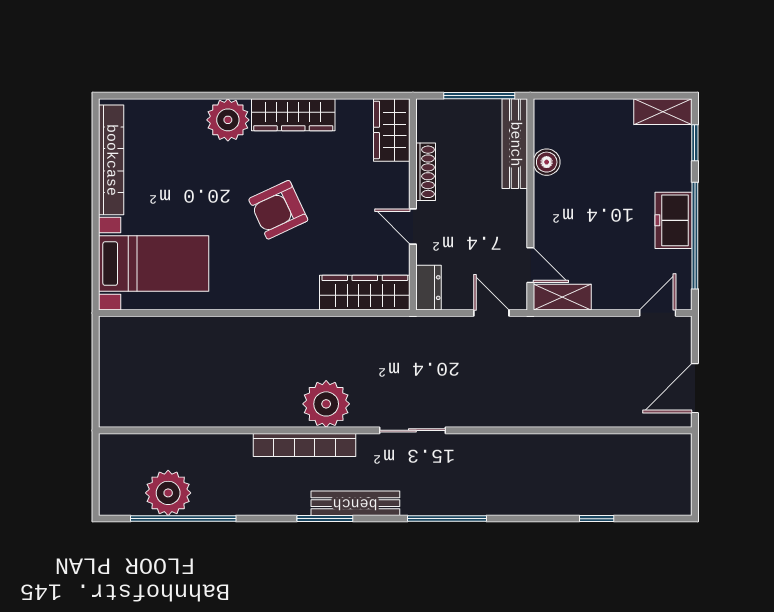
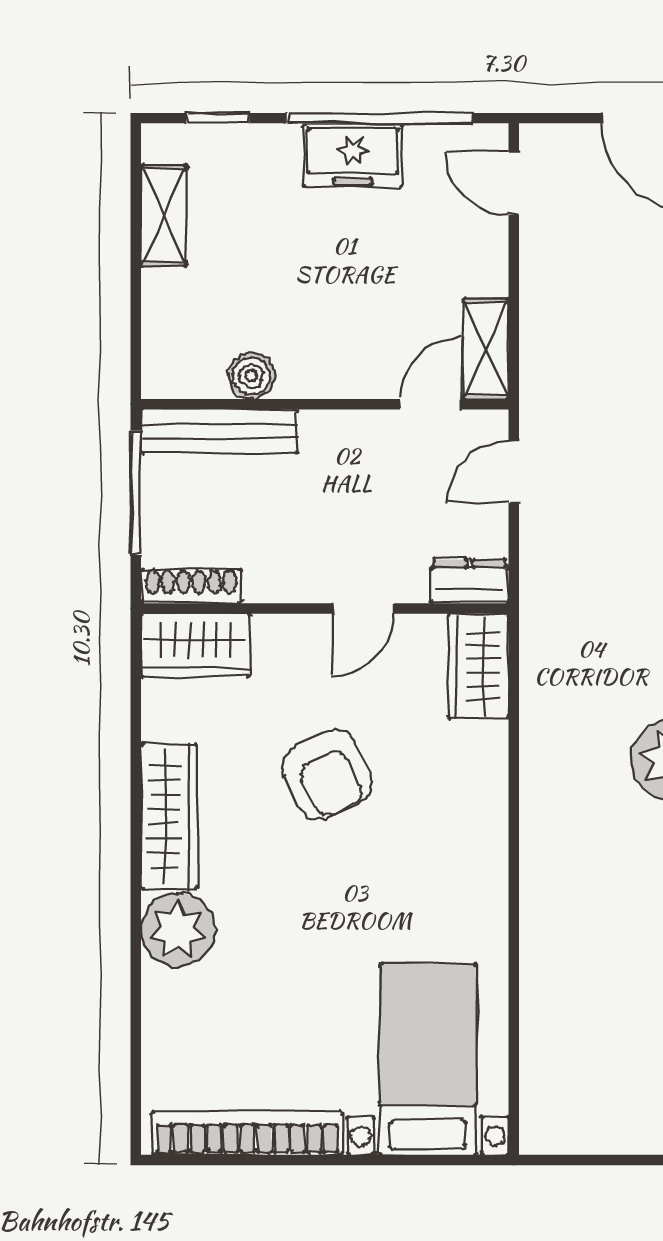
shelving: (663, 112) -> (164, 215), moved
shoe rack: (426, 172) -> (191, 586), moved
armchair: (278, 210) -> (327, 774), moved
wardrobe: (365, 293) -> (478, 666), width x0.67

